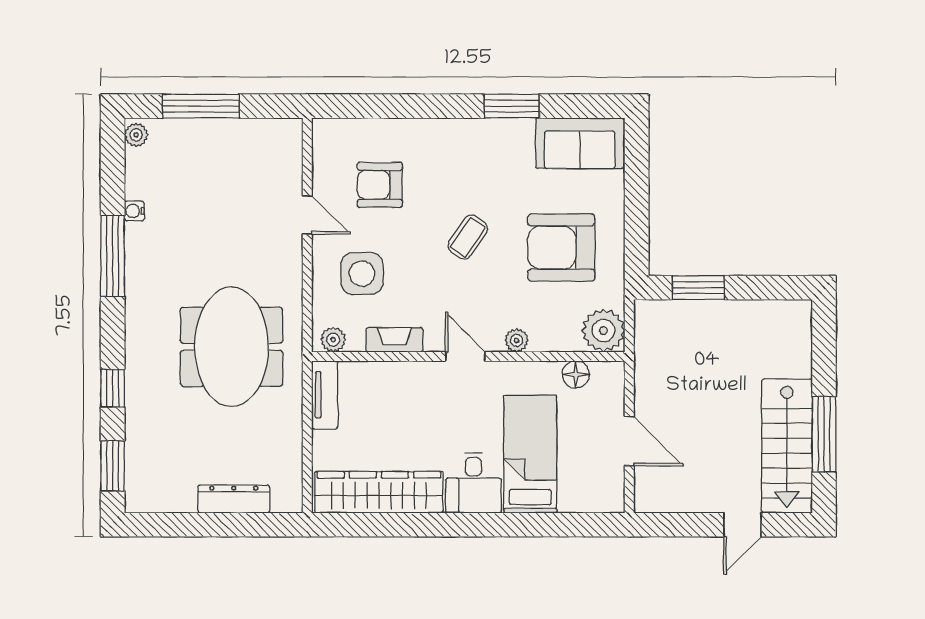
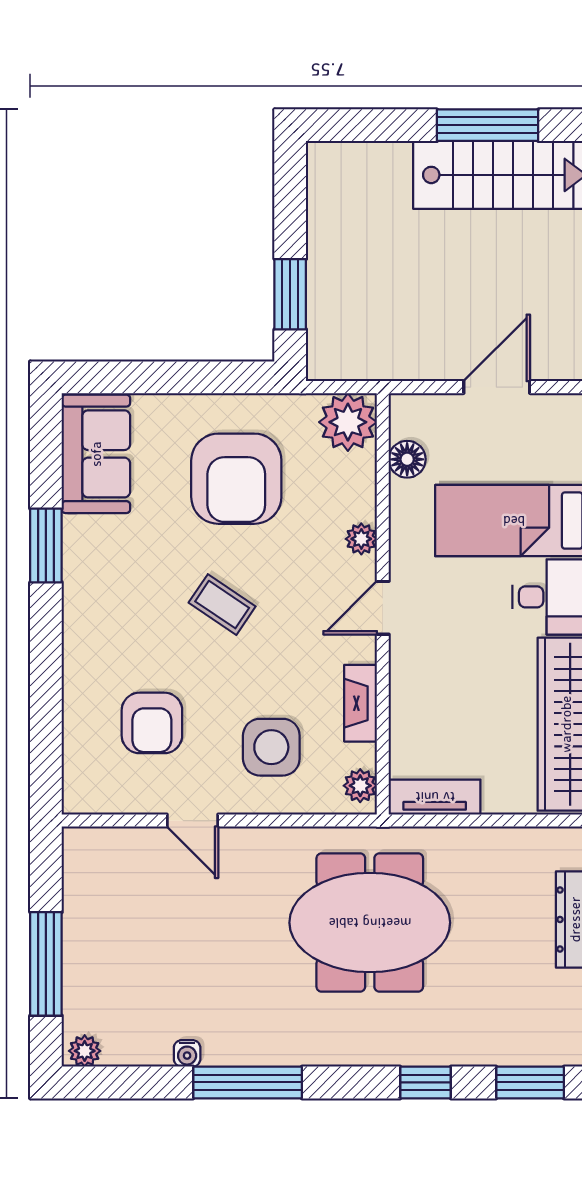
door: (307, 215) -> (193, 821), swing flipped

